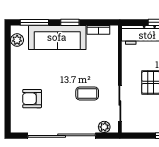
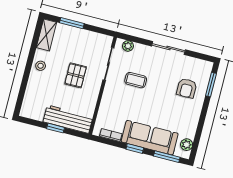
armchair: (32, 99) -> (187, 88), turned 90
window: (8, 109) -> (211, 85), added
sliding door: (62, 136) -> (168, 48), width x0.54

